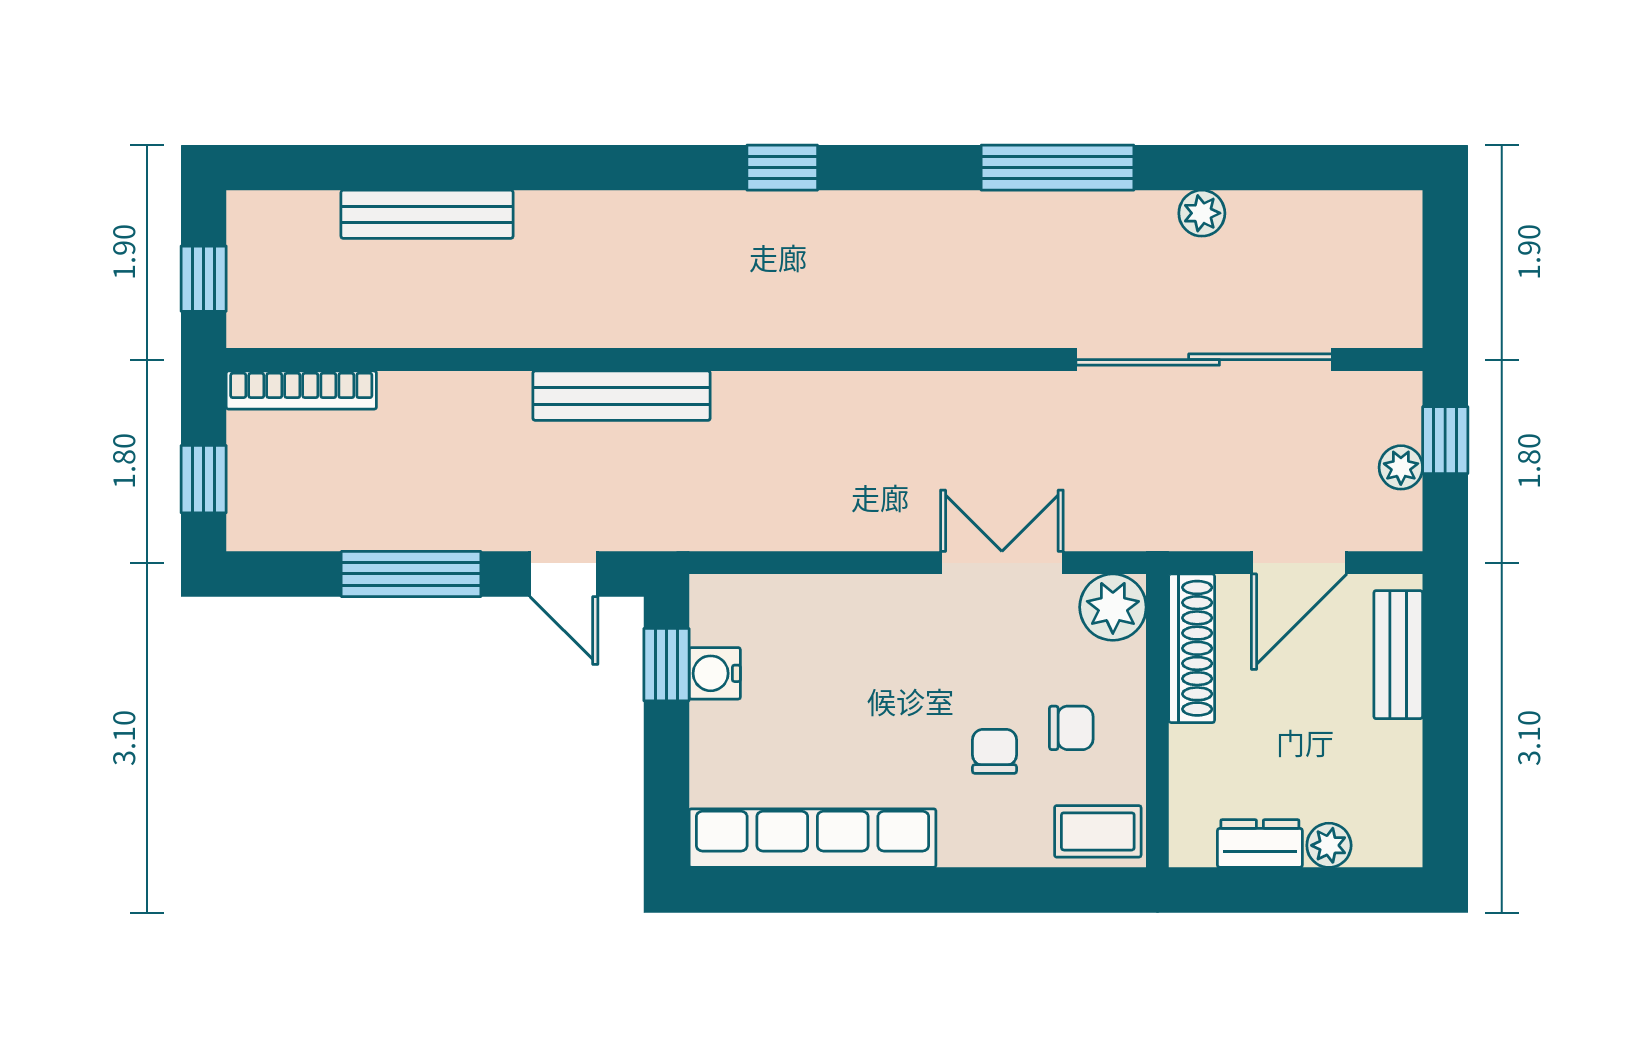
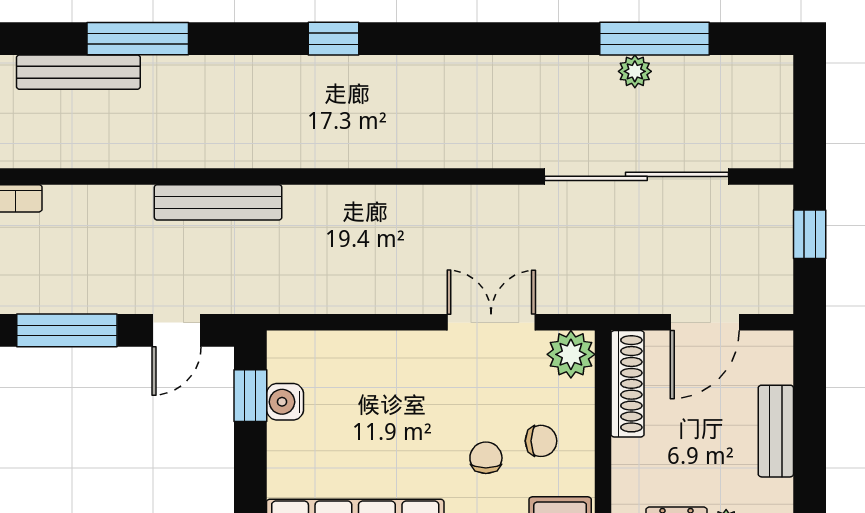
window: (510, 168) -> (138, 39), added
window: (1058, 168) -> (654, 39), moved
plant: (1401, 467) -> (778, 254), removed
door: (564, 574) -> (177, 330), hinge flipped
bench: (1398, 655) -> (776, 431), moved

